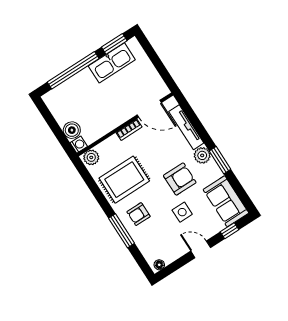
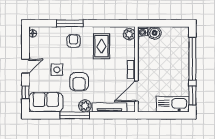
kitchen sink: (112, 63) -> (173, 104), moved, turned 90
window: (220, 160) -> (75, 115), width x1.44
rug: (124, 180) -> (102, 46), width x0.73, depth x0.70

